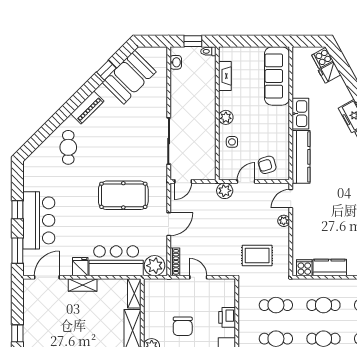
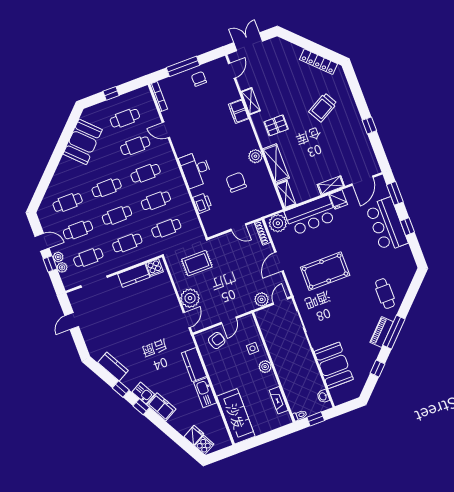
booth: (129, 77) -> (334, 365), moved, turned -45
window: (74, 102) -> (394, 332), added
kitchen counter: (301, 157) -> (194, 365), width x0.67
plant: (225, 191) -> (262, 299), moved
plant: (284, 221) -> (190, 298), width x1.87, depth x1.87

